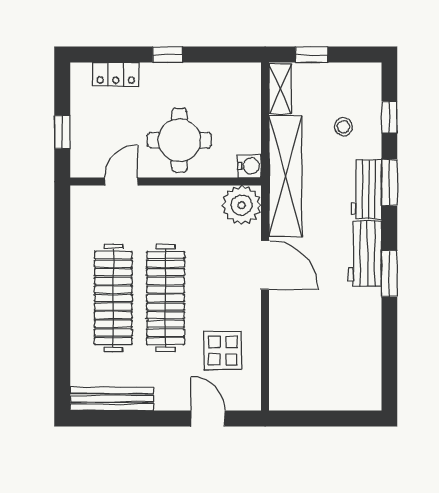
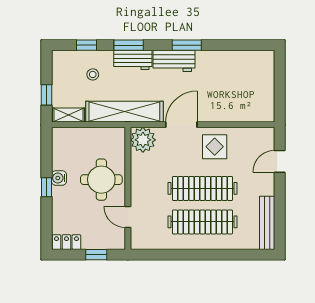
locker: (116, 74) -> (66, 242), moved, turned -90
water cooler: (249, 166) -> (59, 178), moved, turned -90
display table: (223, 351) -> (215, 147), moved

